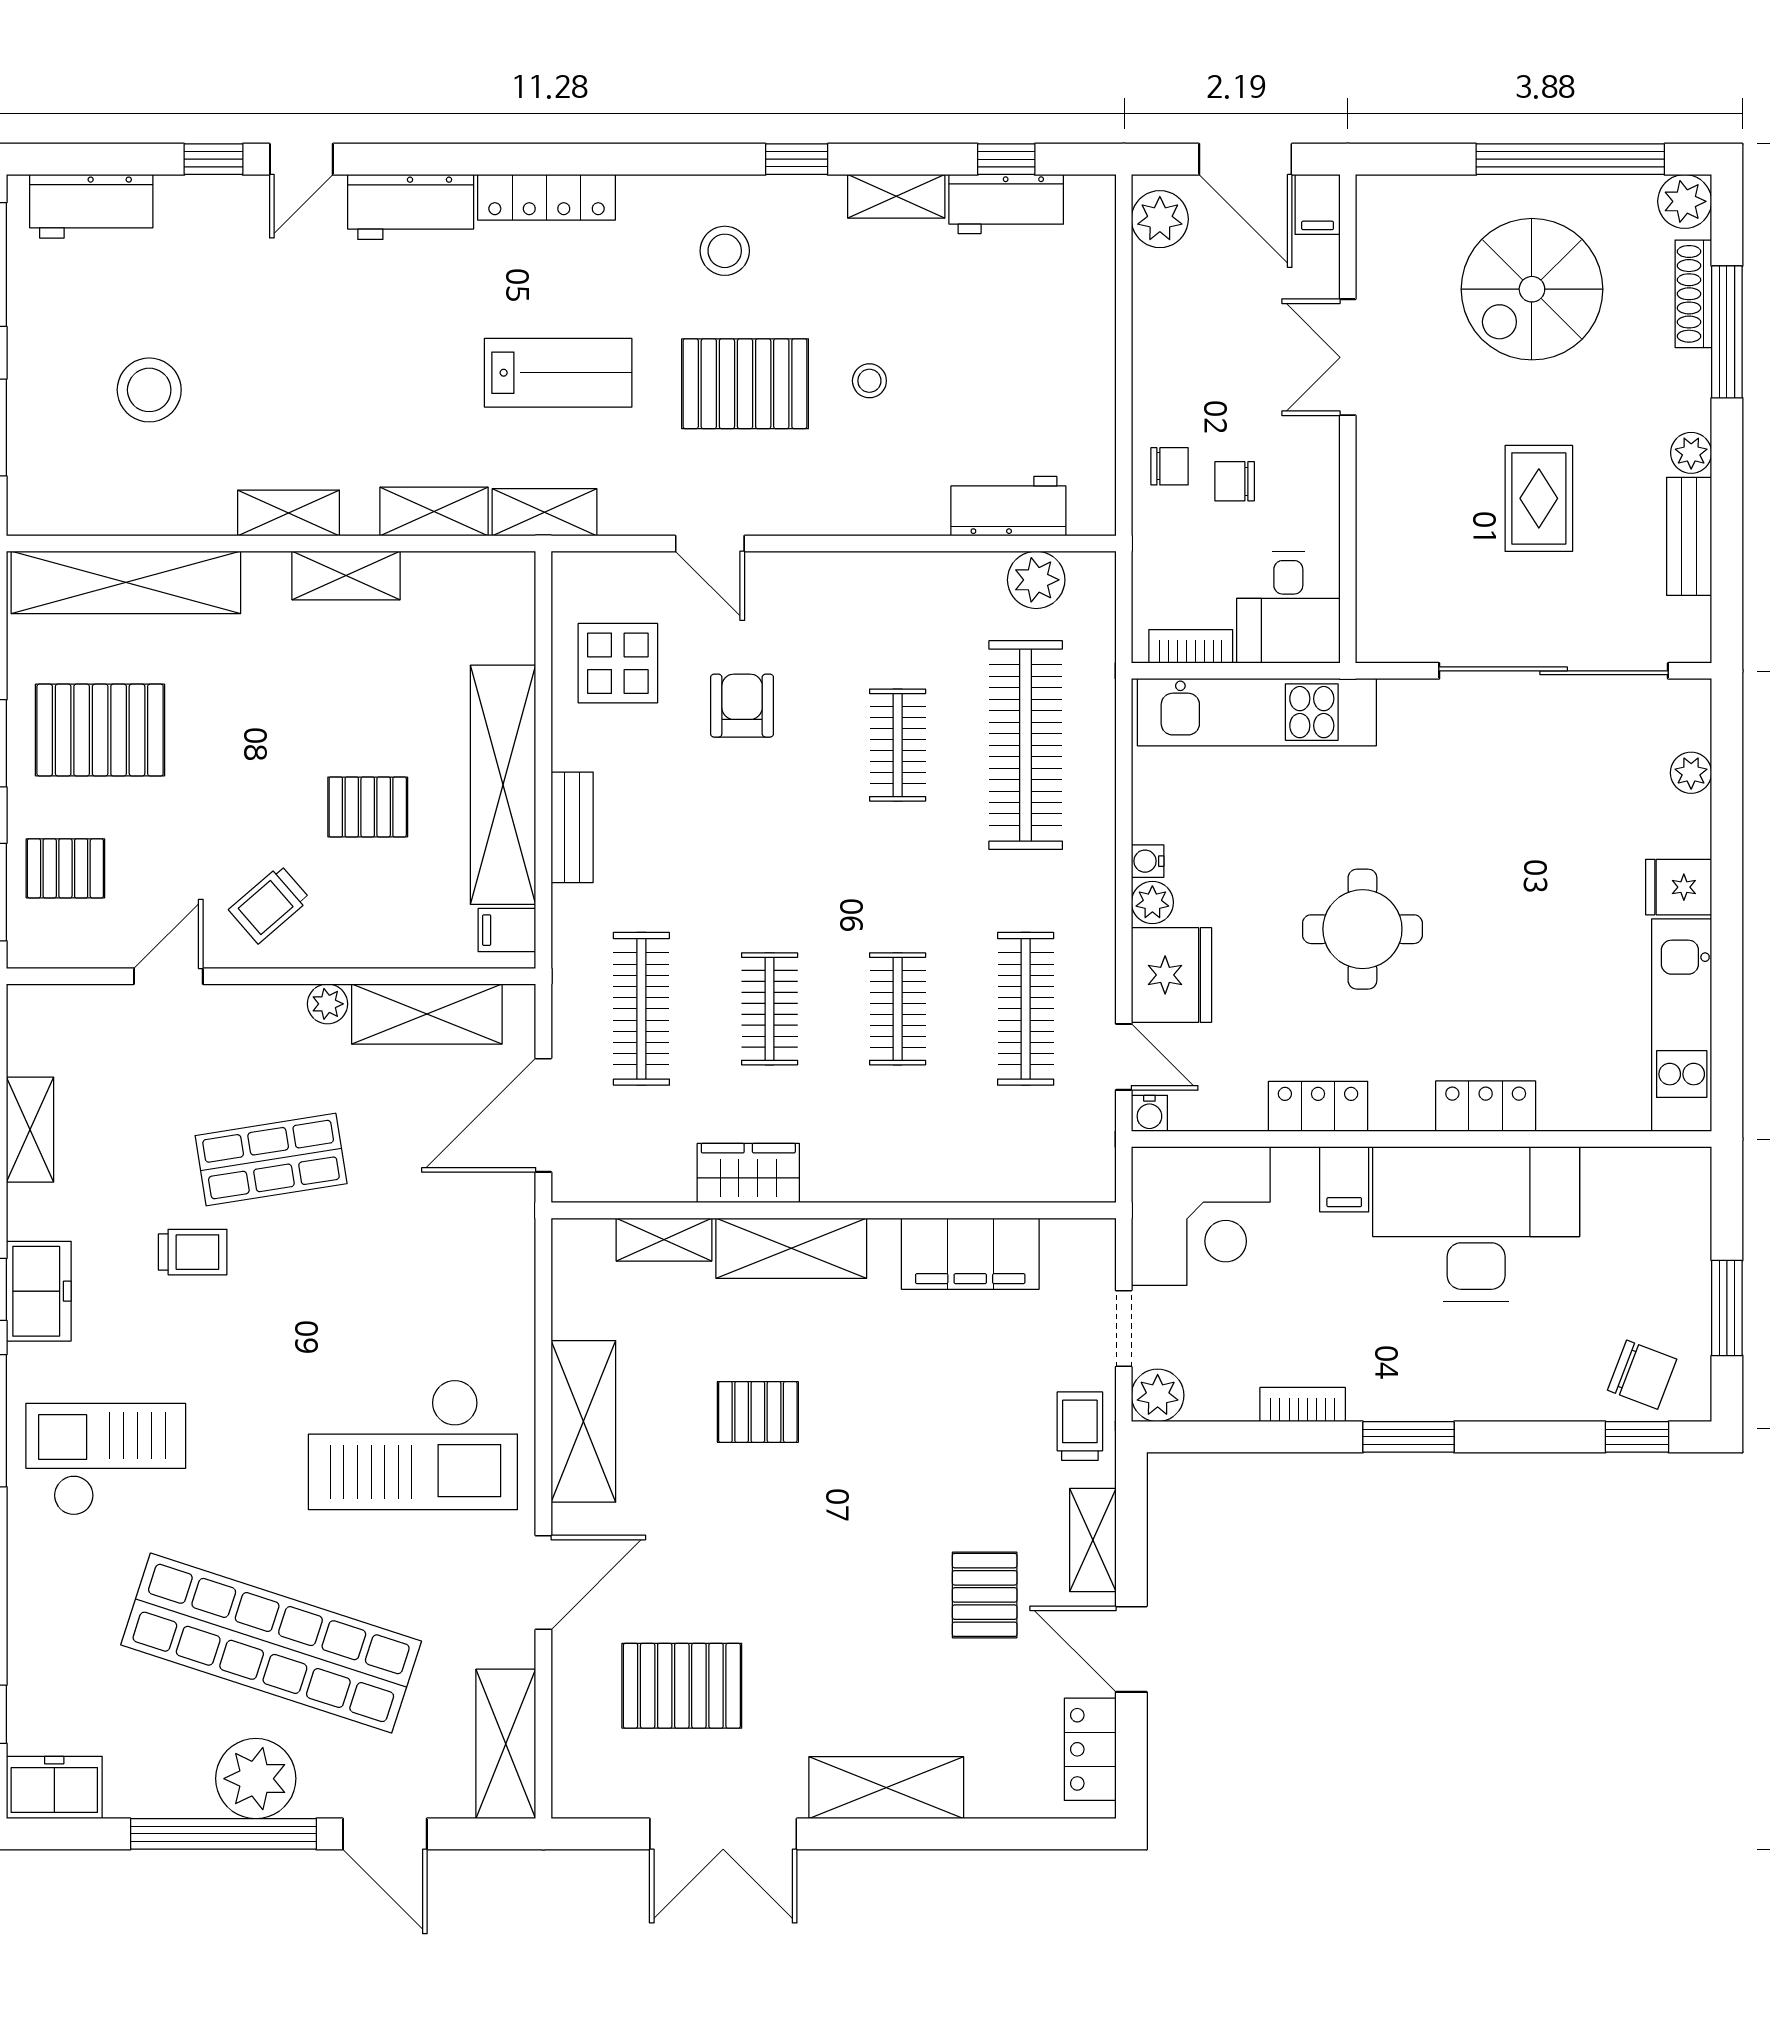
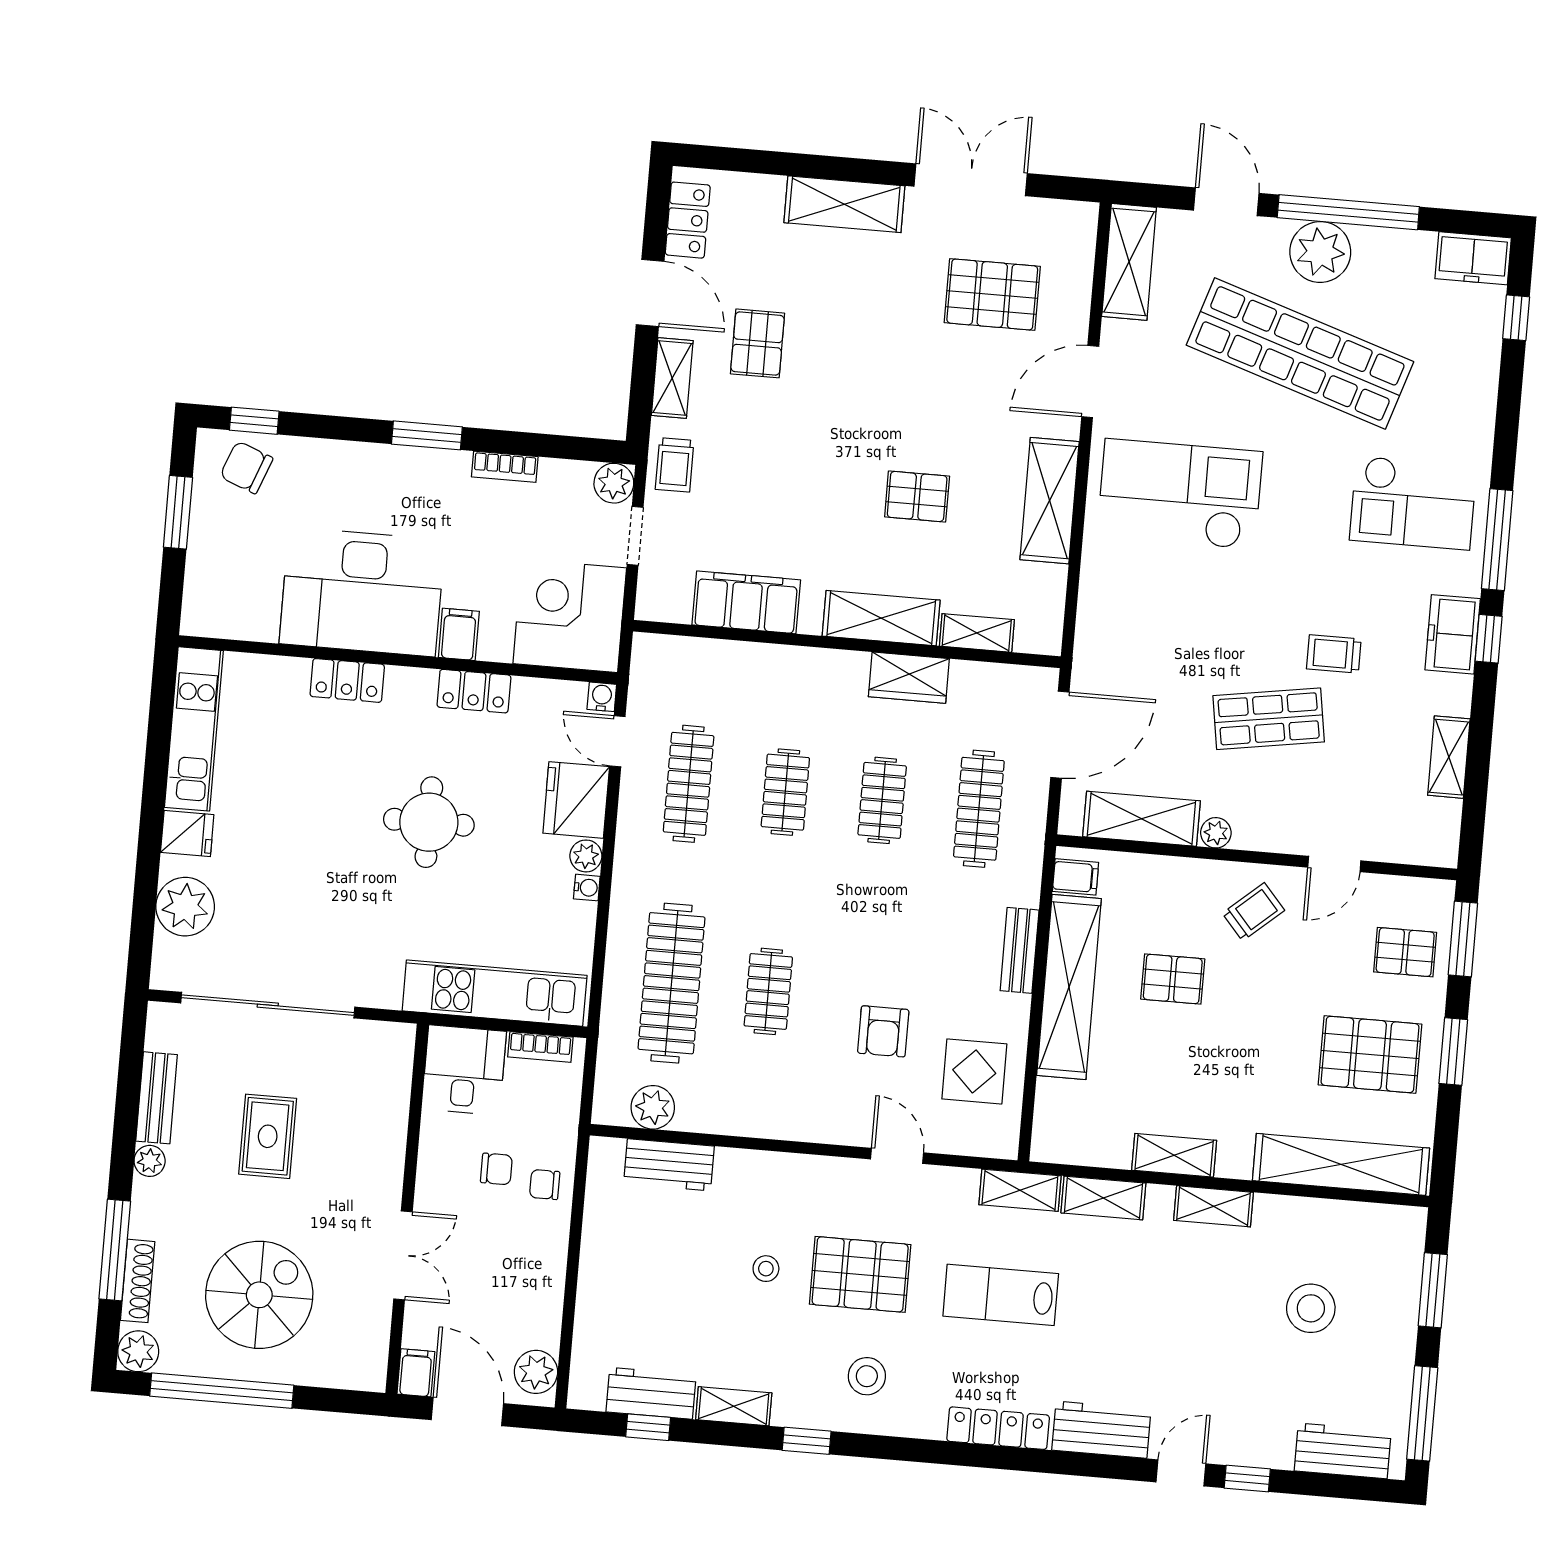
plant: (1691, 773) -> (185, 907), width x1.87, depth x1.87

